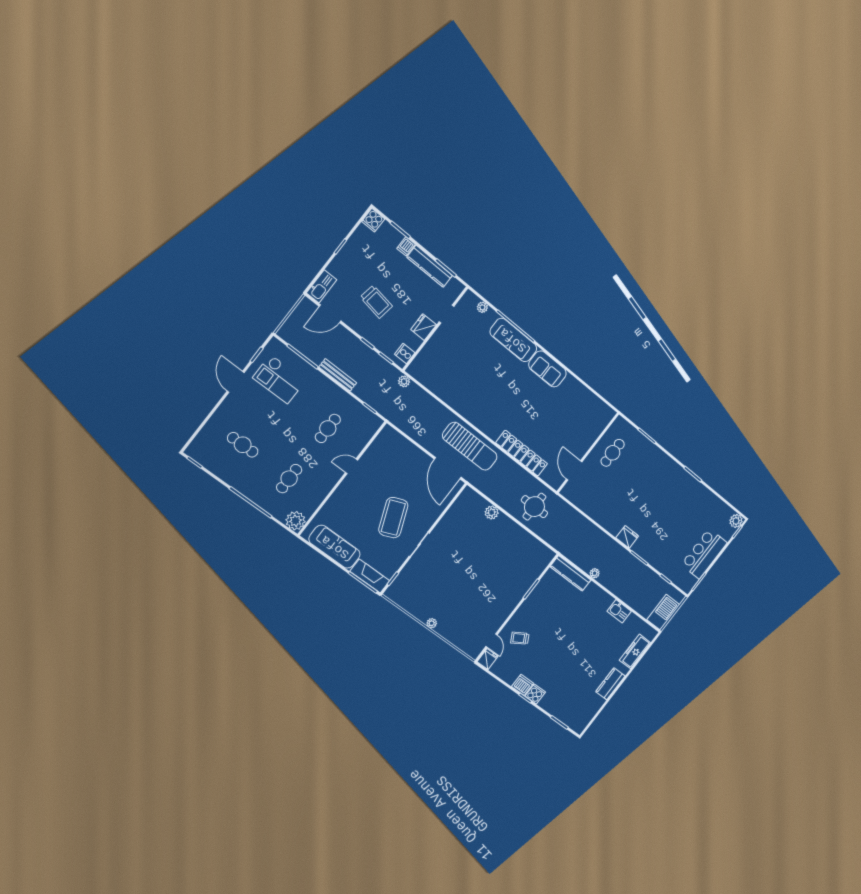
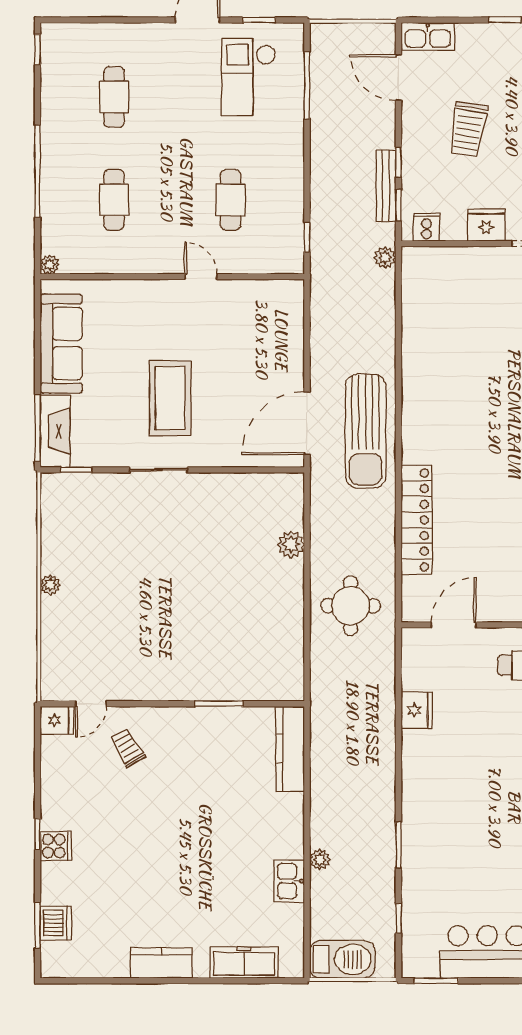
bench: (338, 375) -> (386, 186), moved
cafe table: (328, 428) -> (230, 200), turned 90
cafe table: (289, 479) -> (114, 200), turned 90
coffee table: (393, 518) -> (170, 398), turned -68
plant: (296, 521) -> (50, 265), width x0.53, depth x0.53
fridge: (627, 537) -> (417, 710), moved
plant: (595, 573) -> (320, 860), moved
dishwasher: (523, 685) -> (56, 923), moved

